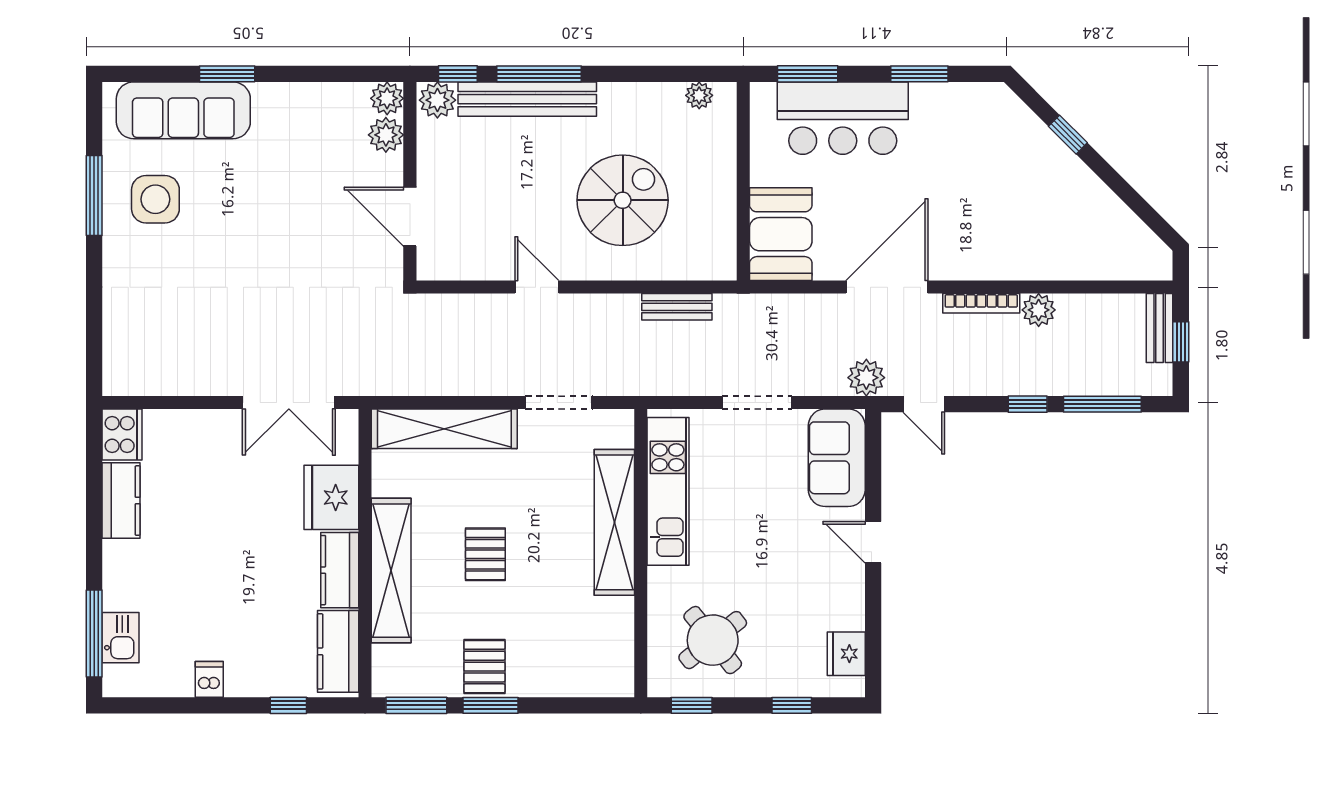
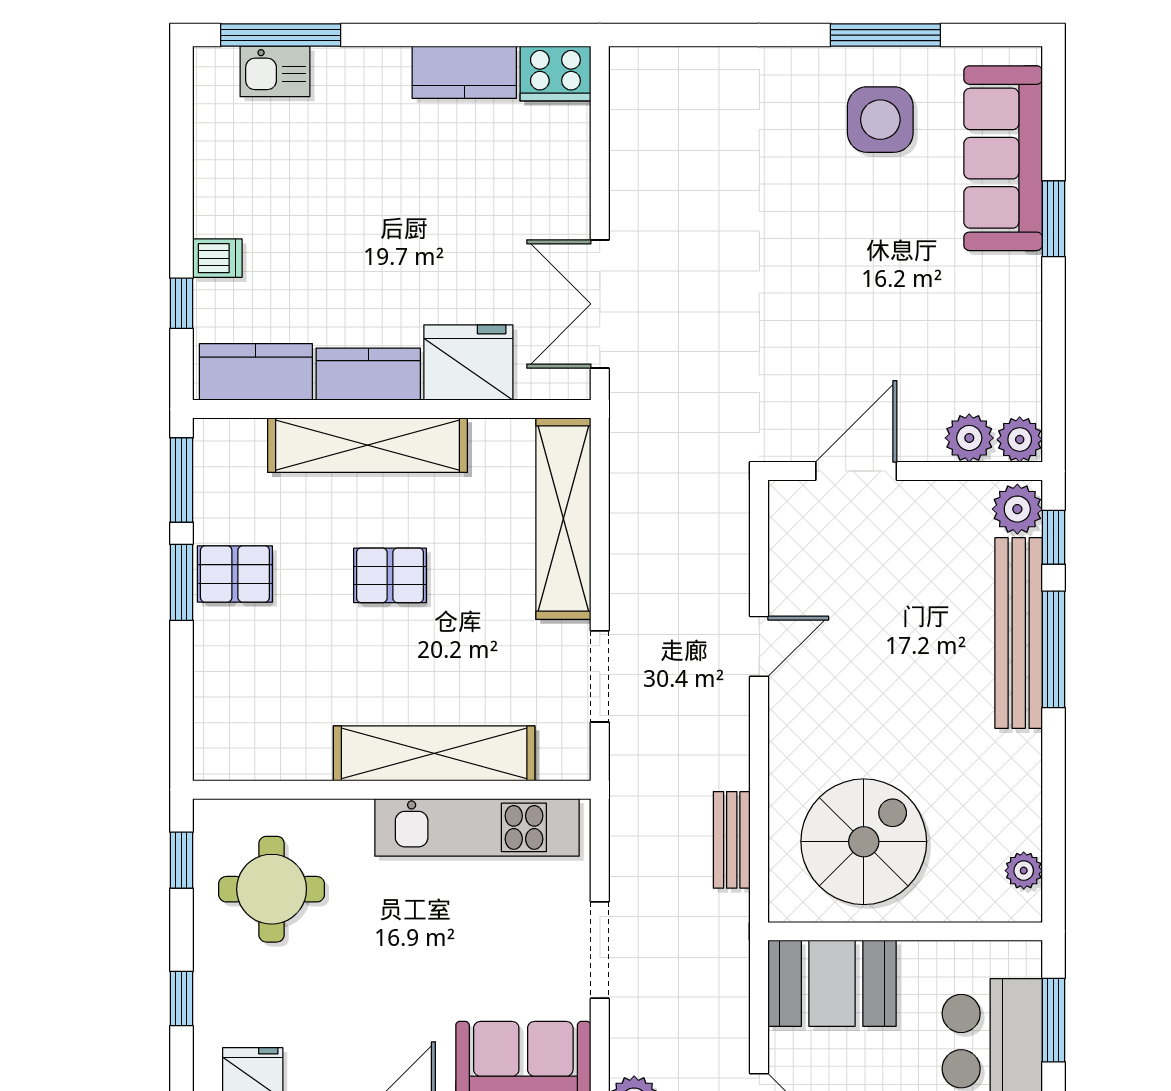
spiral stairs: (623, 200) -> (864, 842), moved, turned -90
round table: (713, 640) -> (272, 889), turned 38
dishwasher: (209, 679) -> (217, 258), moved

